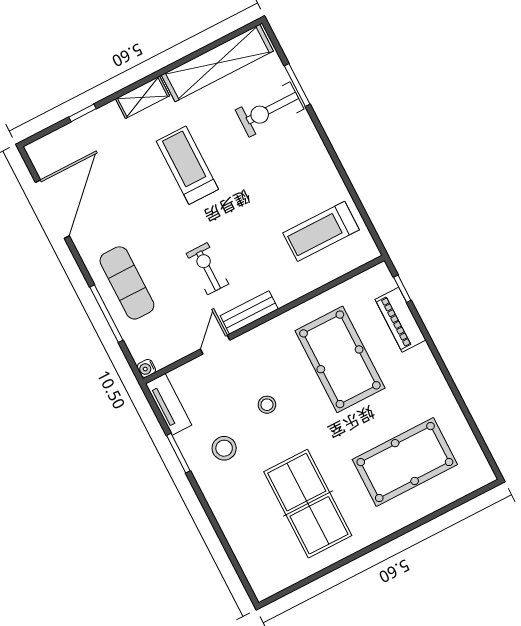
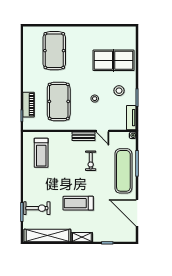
treadmill: (187, 165) -> (78, 203), turned 90
door: (52, 209) -> (137, 213), hinge flipped
treadmill: (321, 231) -> (41, 153), turned 90
exercise mat: (127, 283) -> (123, 171), width x1.36, depth x1.45
door: (215, 345) -> (102, 131), hinge flipped
pool table: (405, 462) -> (54, 51), turned 90
table tennis table: (308, 504) -> (114, 60), moved, turned 90

